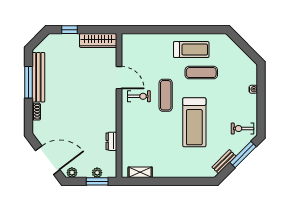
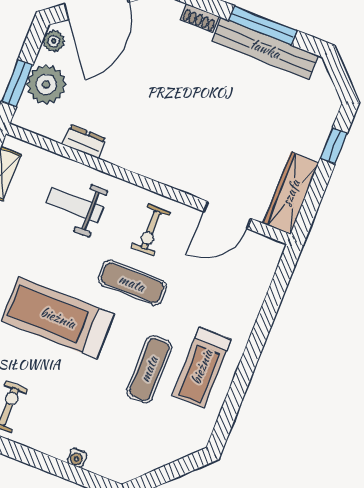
door: (119, 78) -> (227, 215), moved
weight bench: (141, 134) -> (75, 205), added
plant: (97, 173) -> (46, 84), width x1.88, depth x1.88

